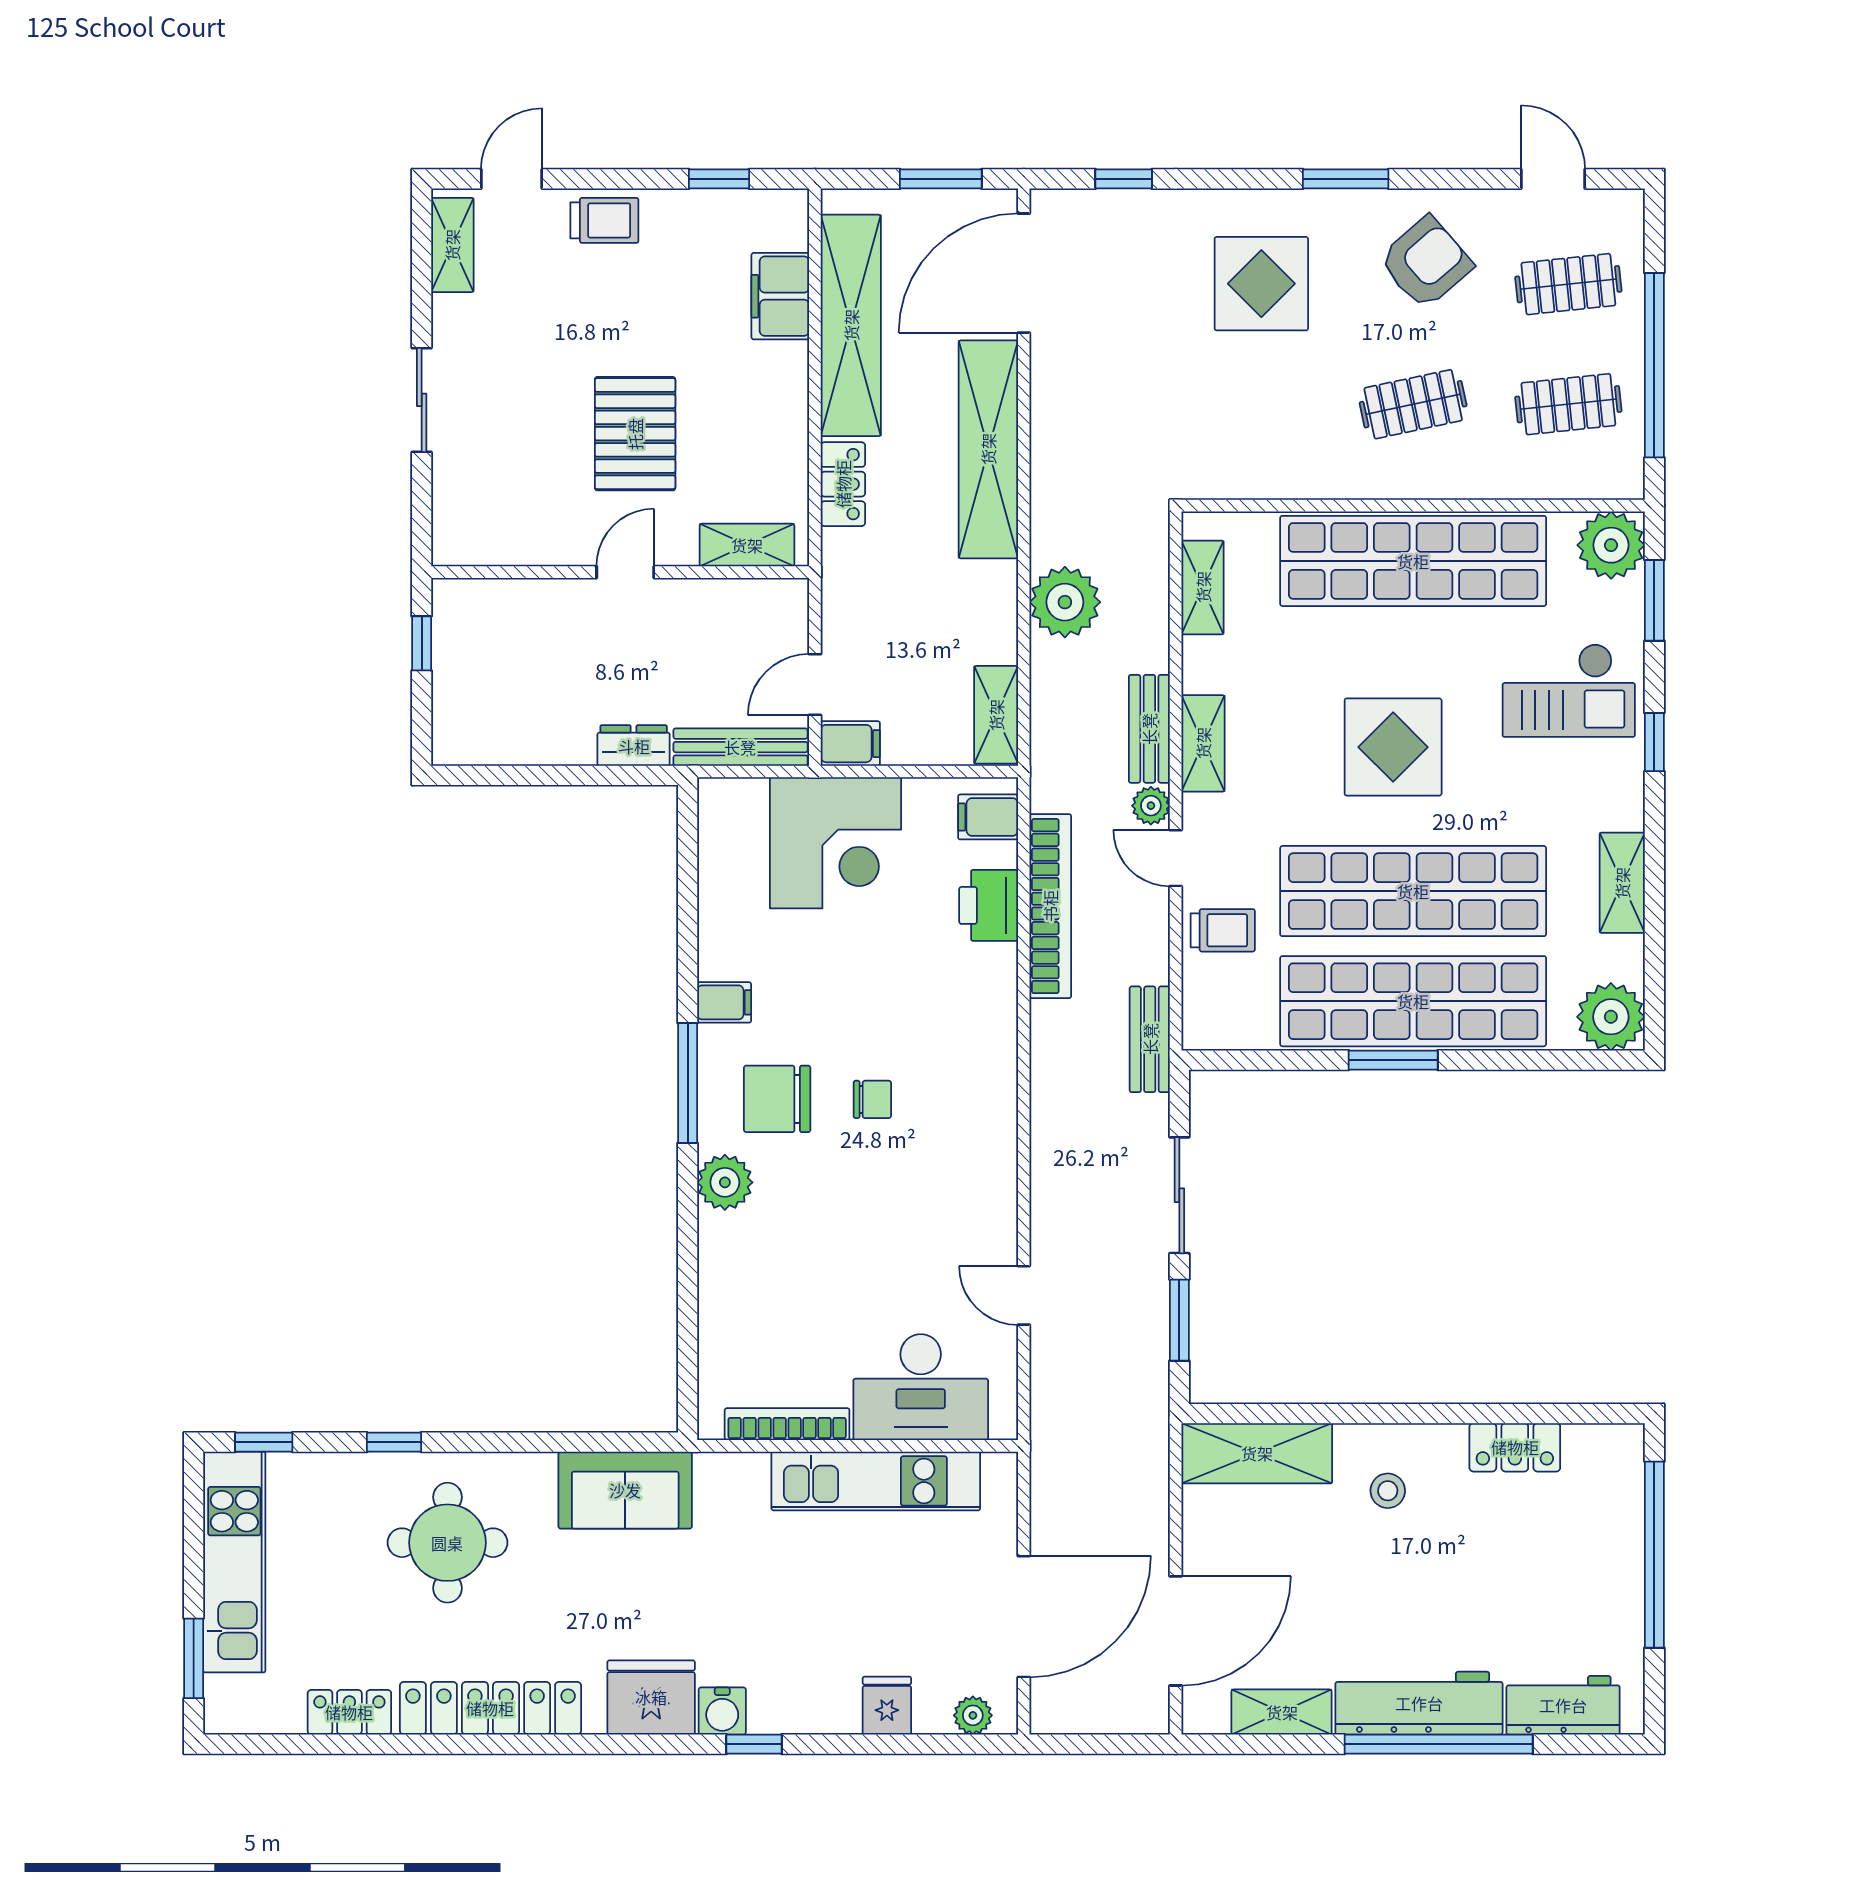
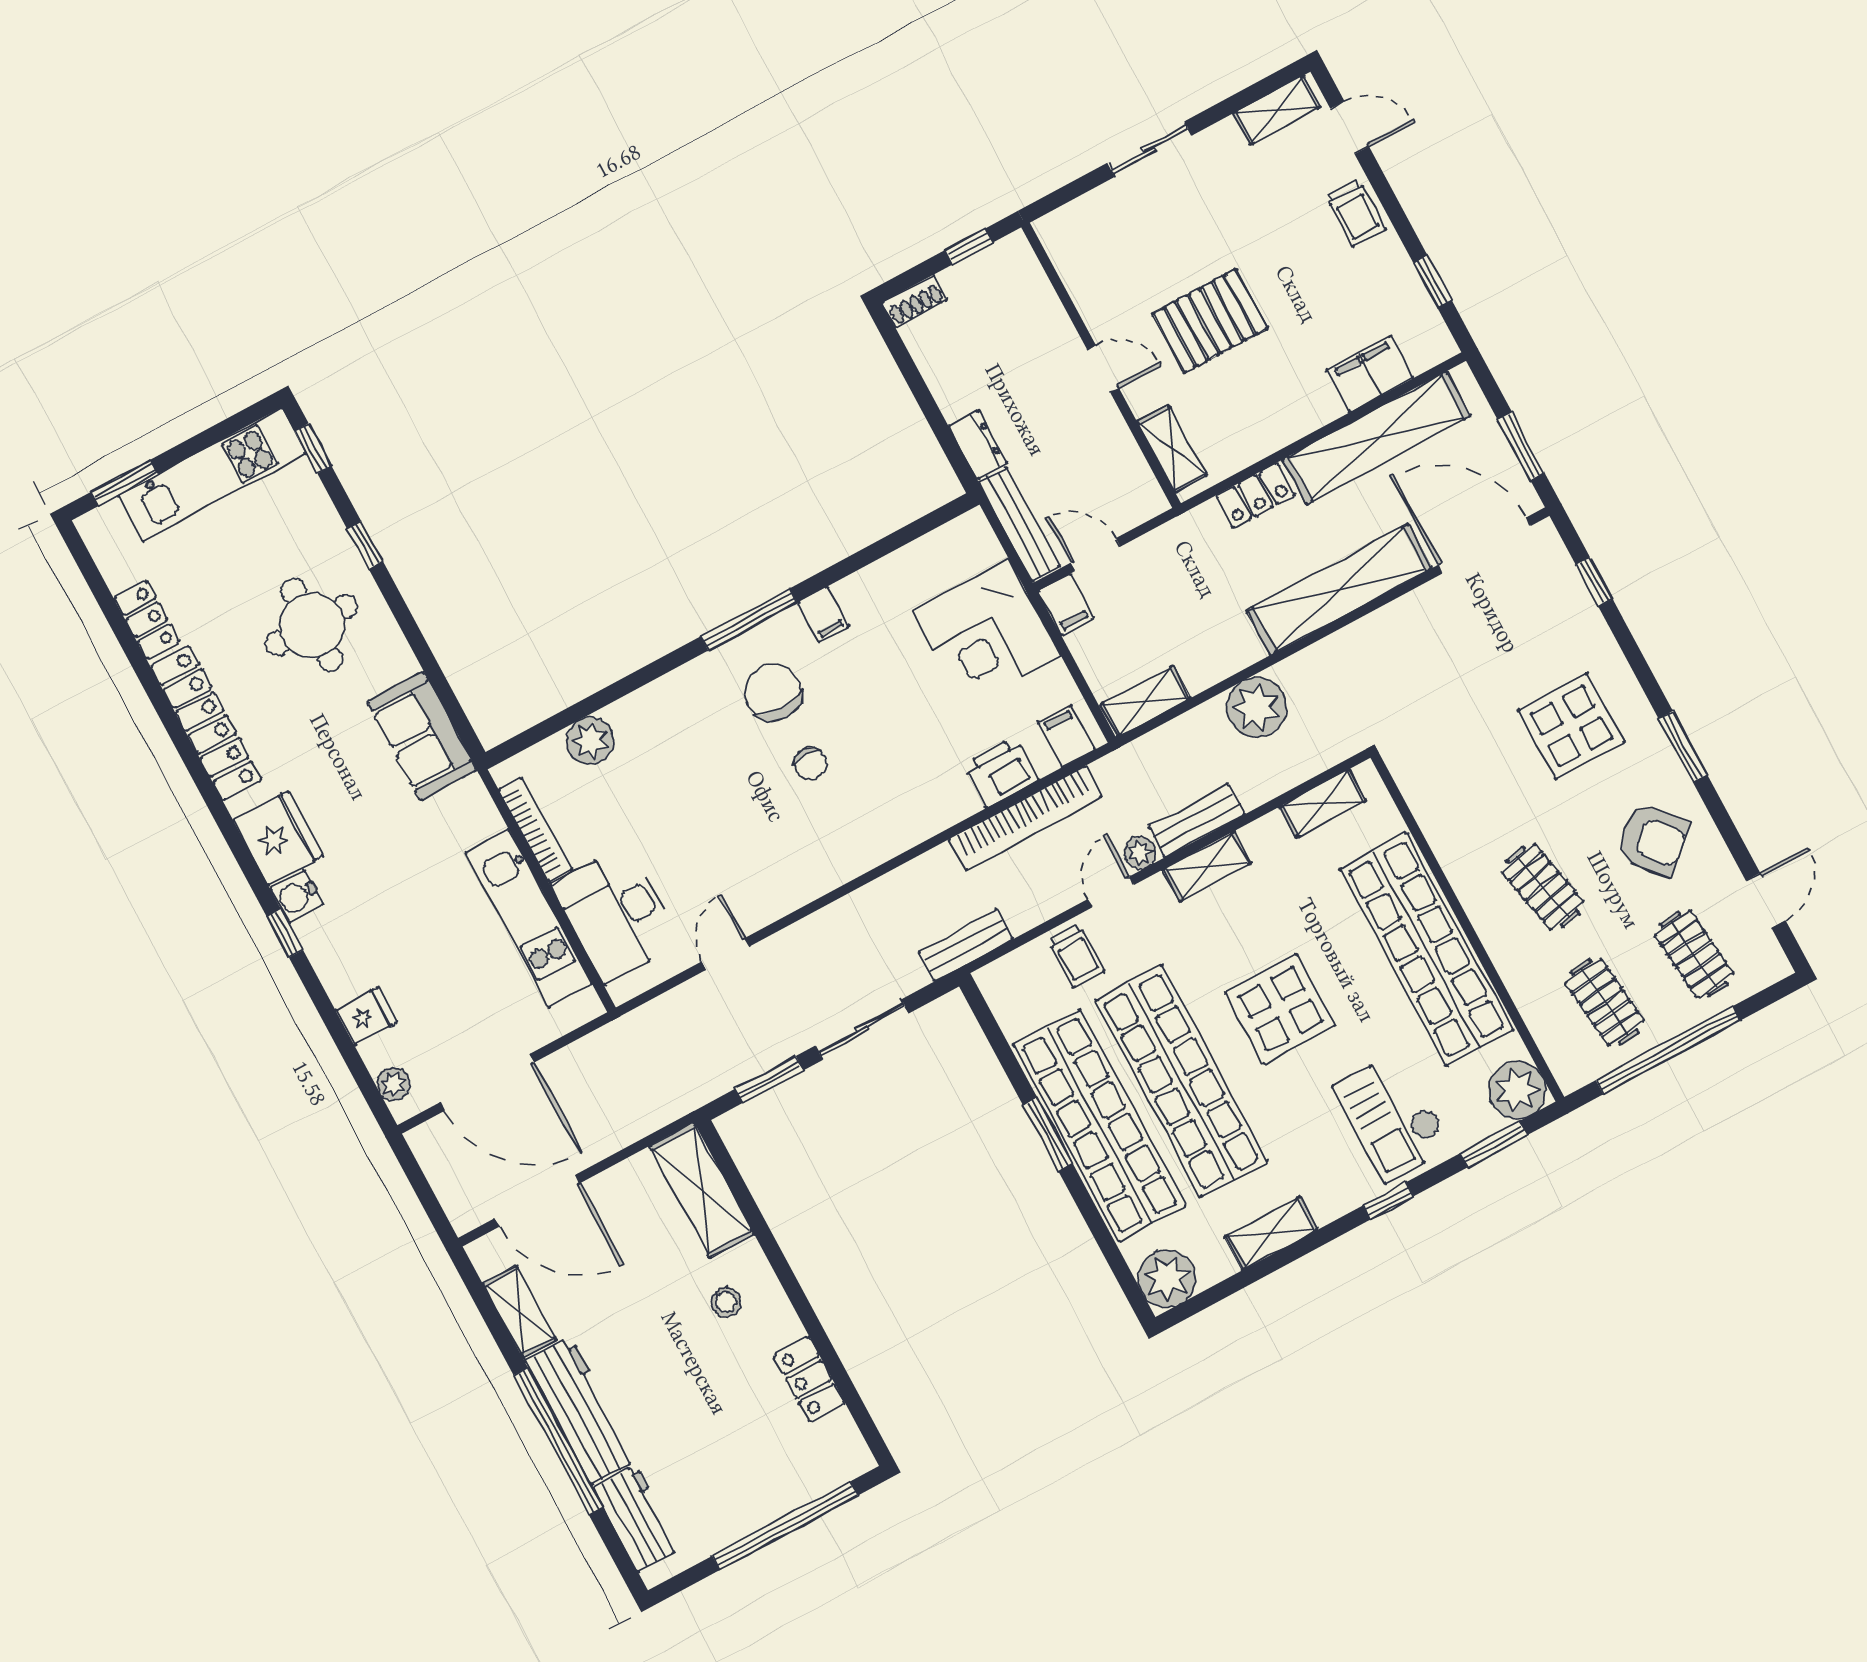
shoe rack: (448, 731) -> (914, 301), added
plant: (725, 1182) -> (590, 741), moved

